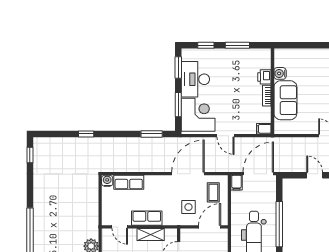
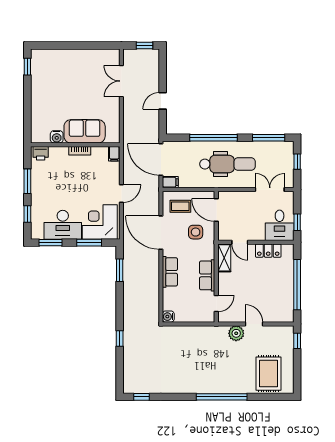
printer: (264, 77) -> (41, 153), moved
row of seats: (129, 182) -> (170, 272), moved
shelving: (151, 235) -> (224, 258), moved

